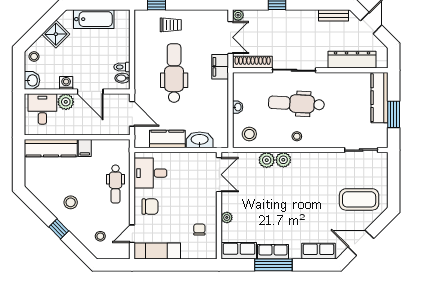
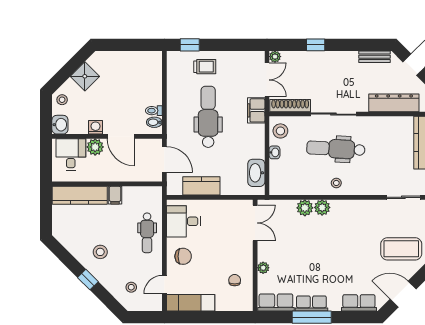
bathtub: (94, 19) -> (124, 61), removed
stool: (249, 134) -> (280, 131), moved
washbasin: (200, 140) -> (256, 173), moved, turned -90

